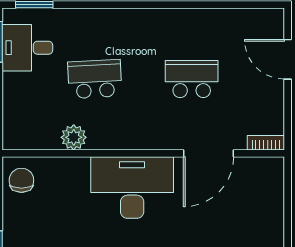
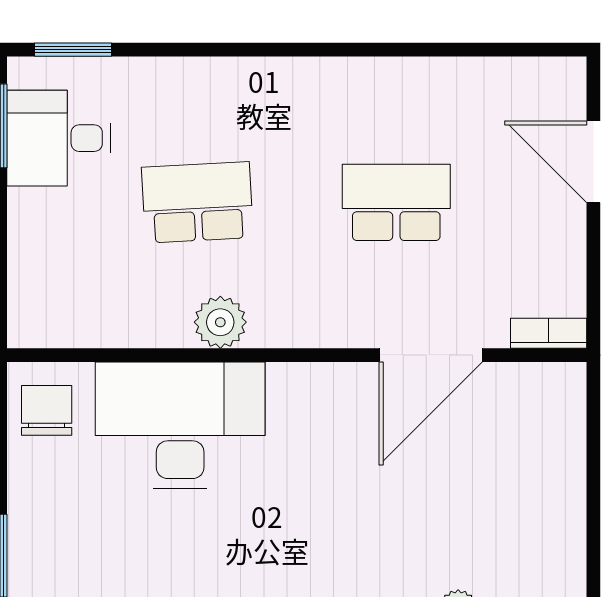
plant: (74, 137) -> (220, 322), moved
desk: (132, 188) -> (180, 425), moved

